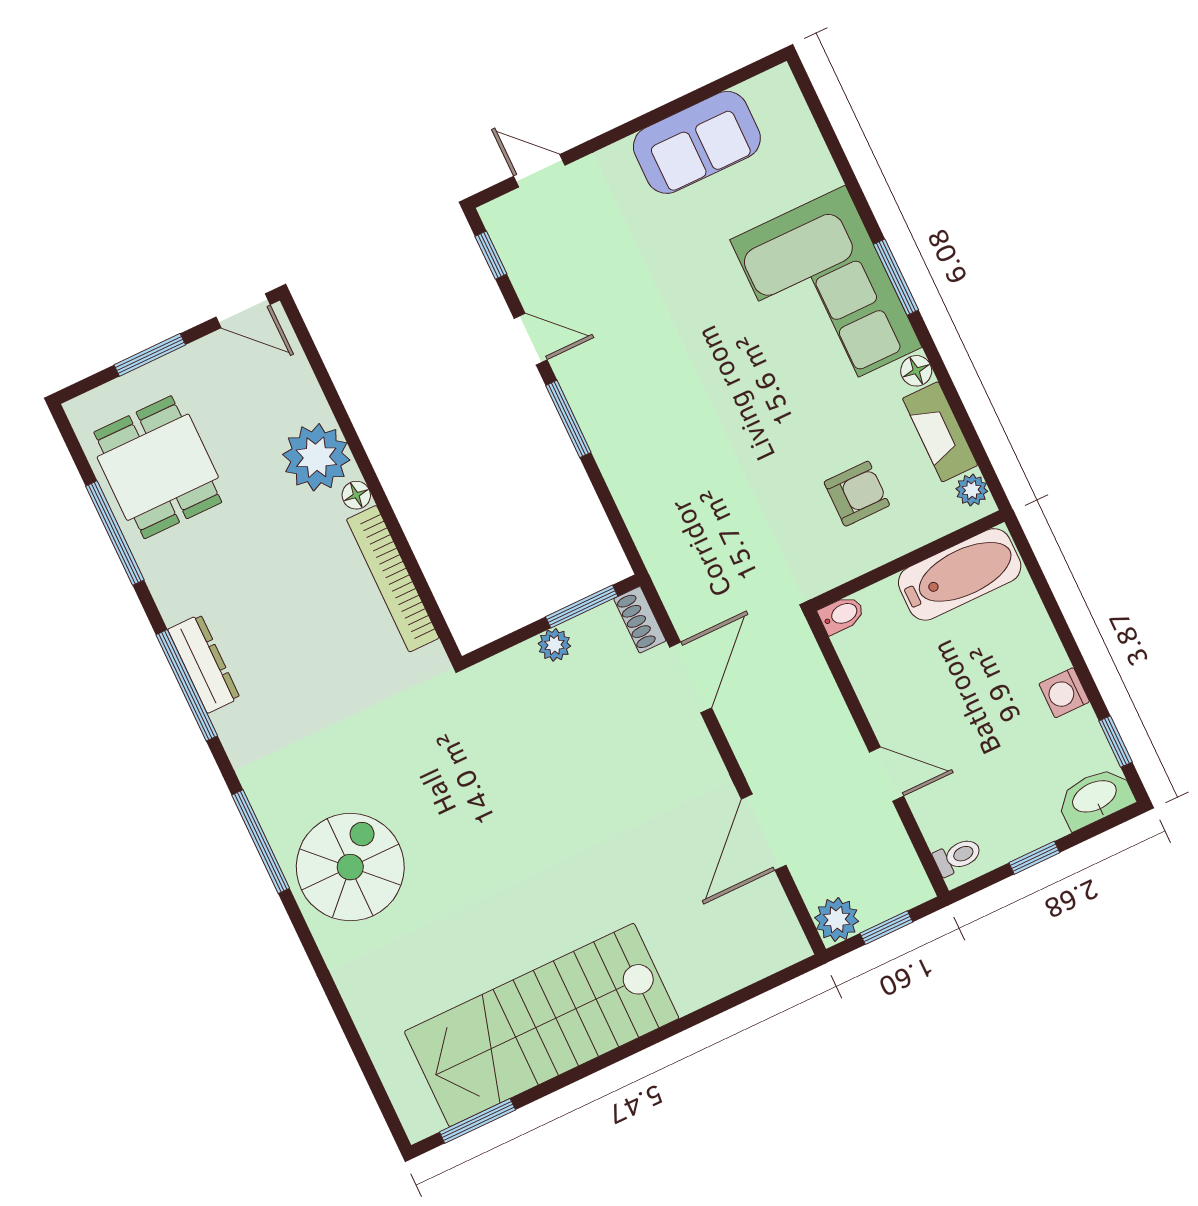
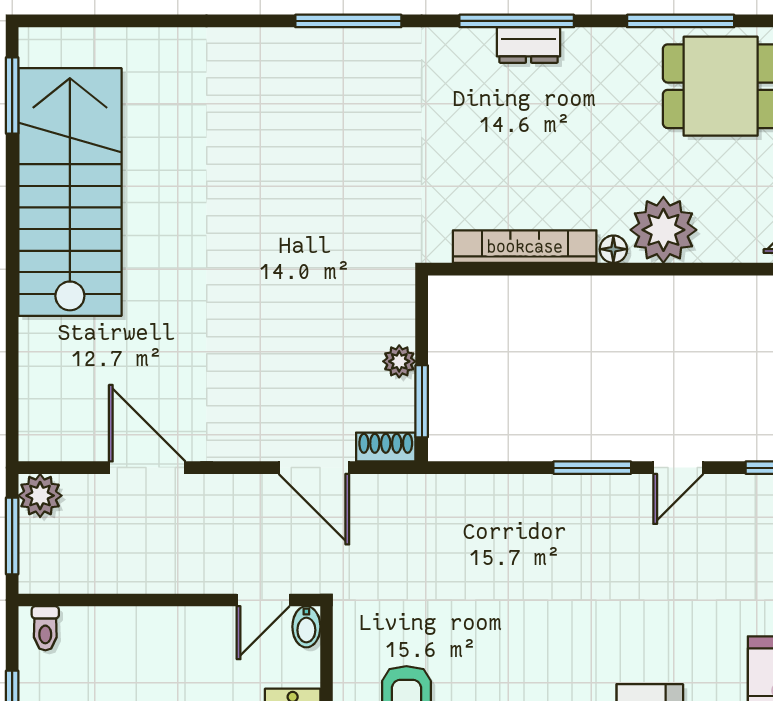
dresser: (204, 664) -> (529, 45), width x0.70
door: (887, 774) -> (263, 600), moved
spiral stairs: (350, 867) -> (289, 89), removed
window: (886, 928) -> (12, 536), width x1.50

